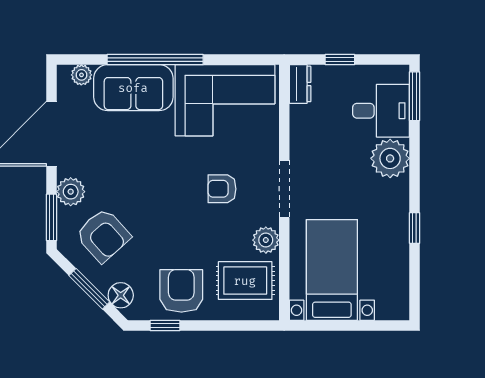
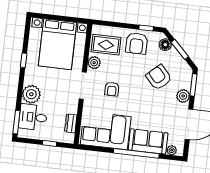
dresser: (300, 84) -> (71, 123), moved
armchair: (222, 189) -> (112, 89), turned 90
armchair: (103, 235) -> (159, 77), moved
bed with nightstands: (332, 270) -> (57, 44), width x1.36

